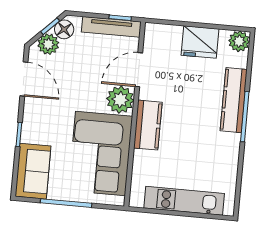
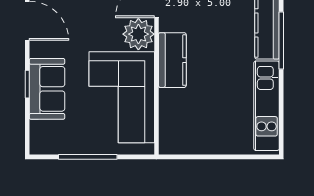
sofa: (33, 171) -> (47, 89), moved
kitchen unit: (184, 201) -> (267, 106), moved, turned -90

